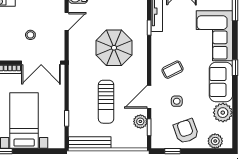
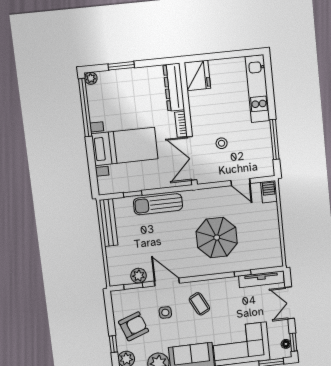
sun lounger: (106, 102) -> (158, 204), moved
window: (172, 151) -> (113, 344), moved

